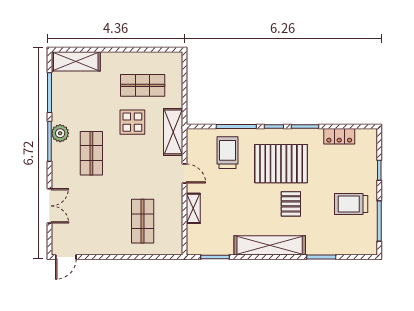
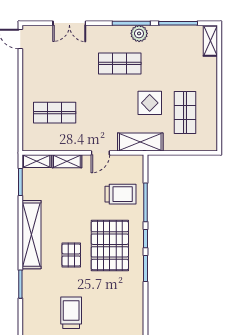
shelving: (76, 61) -> (210, 41), width x0.67, depth x0.75
locker: (339, 136) -> (136, 301), removed
pallet: (291, 204) -> (71, 255), turned 90
shelving: (193, 240) -> (37, 161), added

